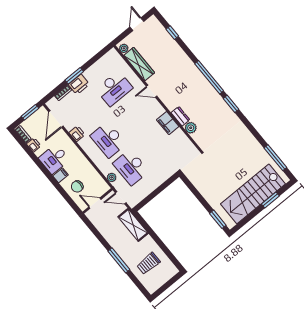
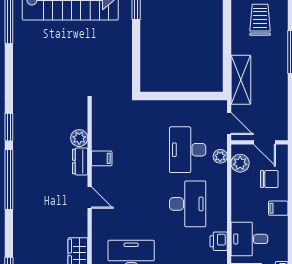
door: (152, 91) -> (90, 198), moved
filing cabinet: (168, 123) -> (102, 158), width x0.50
desk: (54, 159) -> (249, 239), moved, turned 180
desk: (131, 167) -> (188, 150), turned 180
plant: (99, 182) -> (240, 163), added
trolley: (148, 263) -> (260, 20), turned -90

